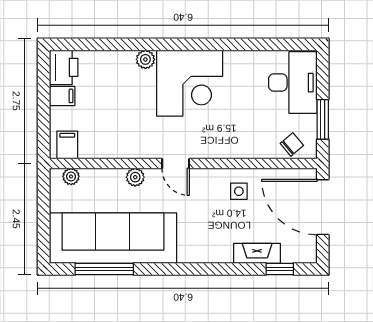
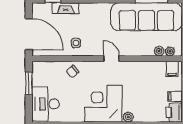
chair: (292, 144) -> (73, 71), moved
plant: (135, 177) -> (159, 51), moved

